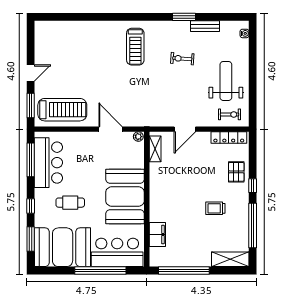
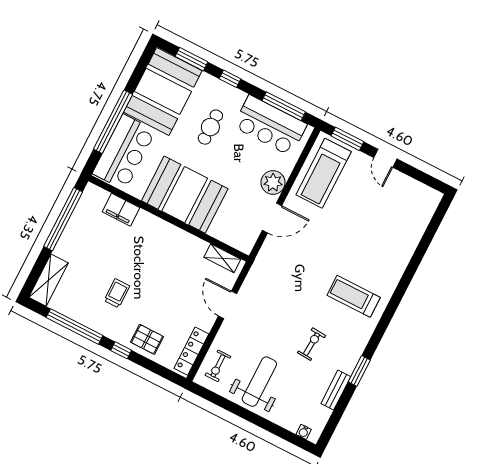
weight bench: (226, 81) -> (259, 382), turned -90
plant: (138, 137) -> (273, 183), moved, width x1.88, depth x1.88

